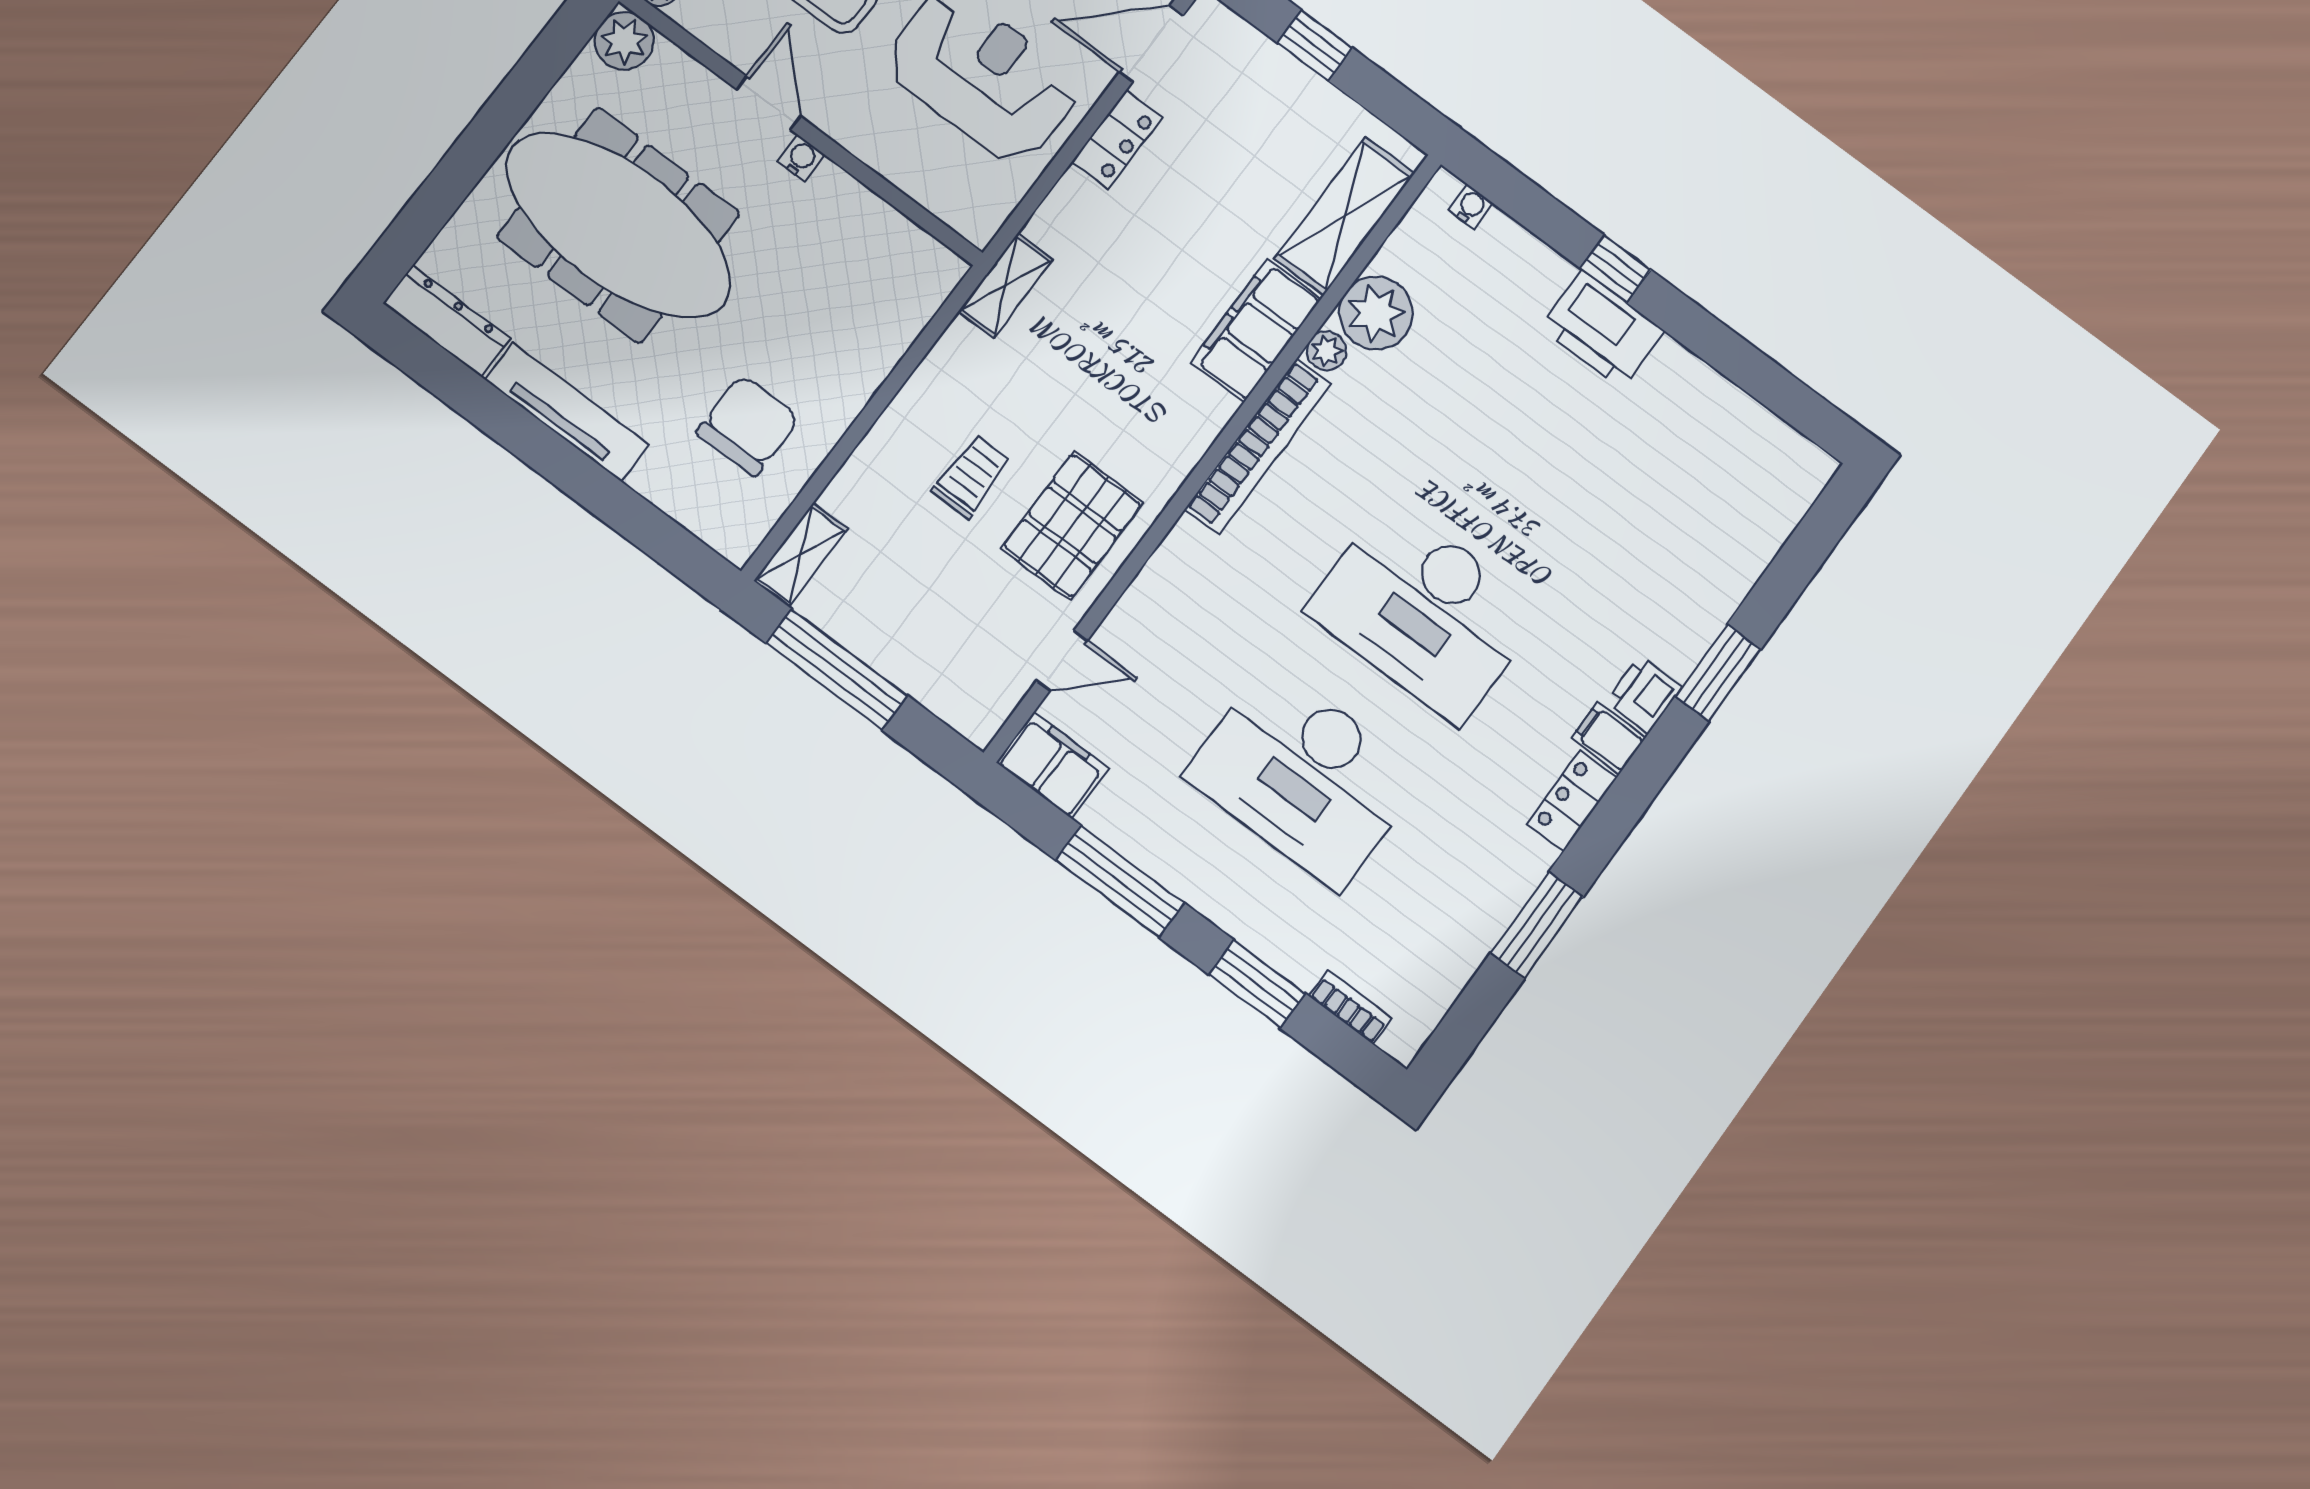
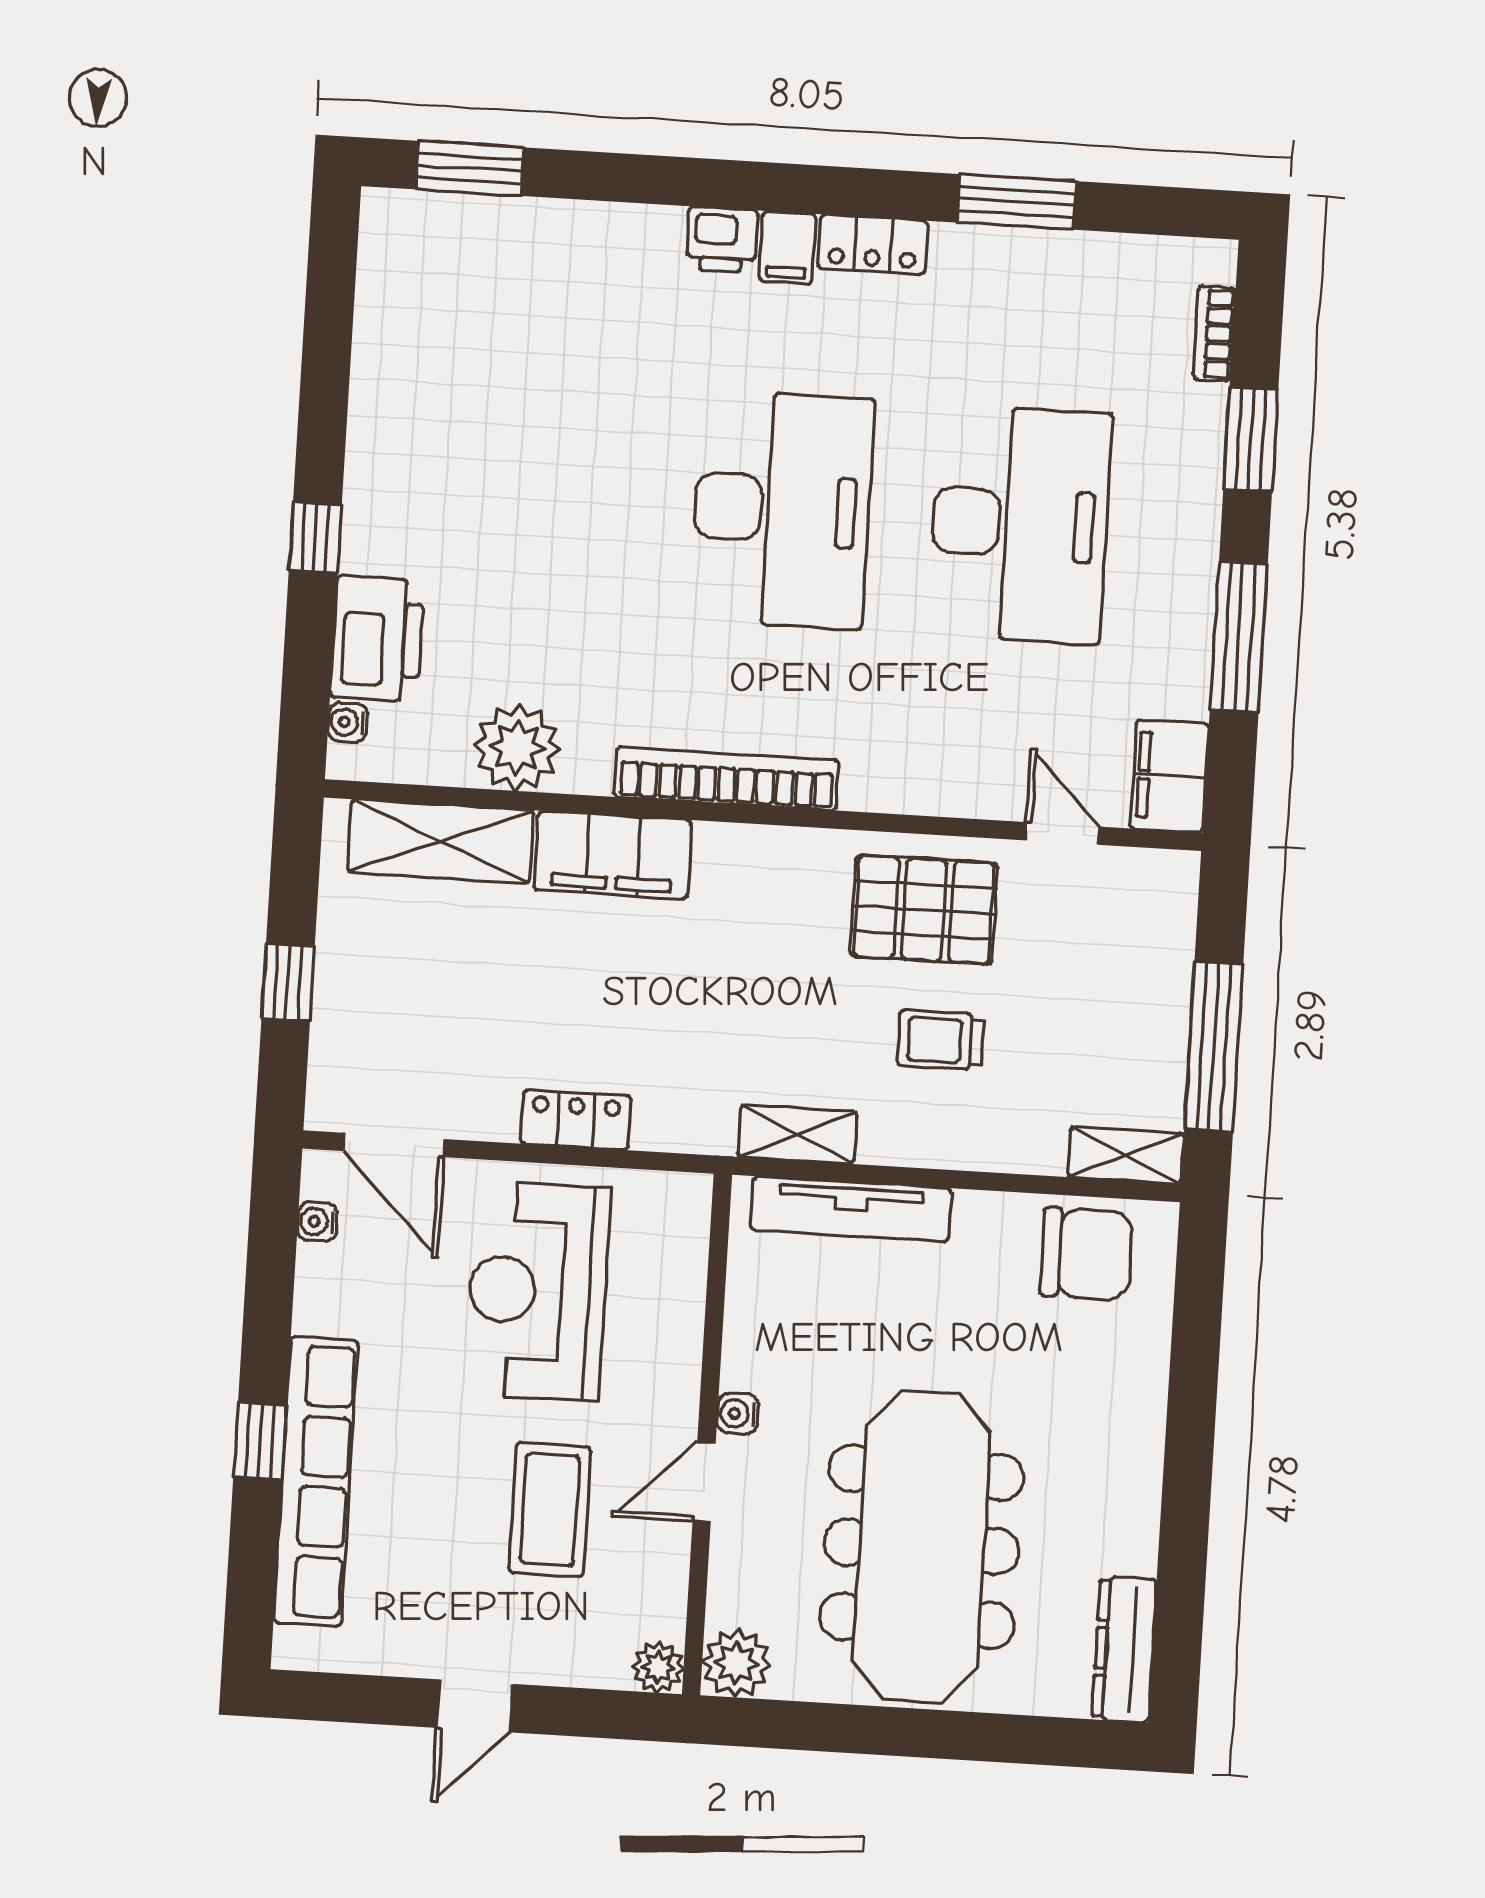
locker: (1117, 140) -> (576, 1120), moved
shelving: (1006, 285) -> (798, 1134), moved
printer: (1602, 330) -> (377, 639), moved
plant: (1326, 351) -> (587, 772), removed
tv unit: (567, 412) -> (851, 1209), moved, turned -90
chair: (748, 425) -> (1086, 1254), moved, turned 180
window: (1718, 673) -> (470, 168), moved

